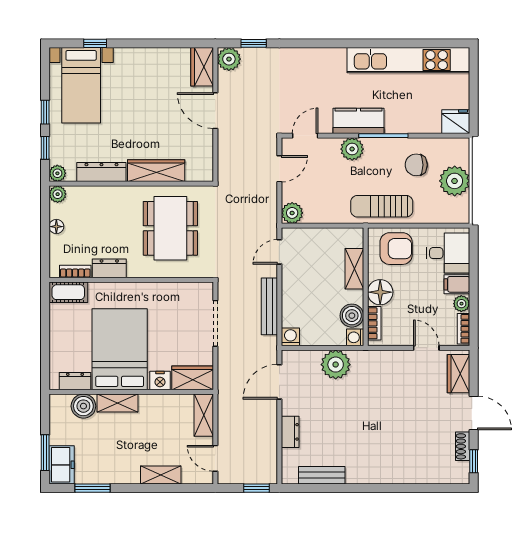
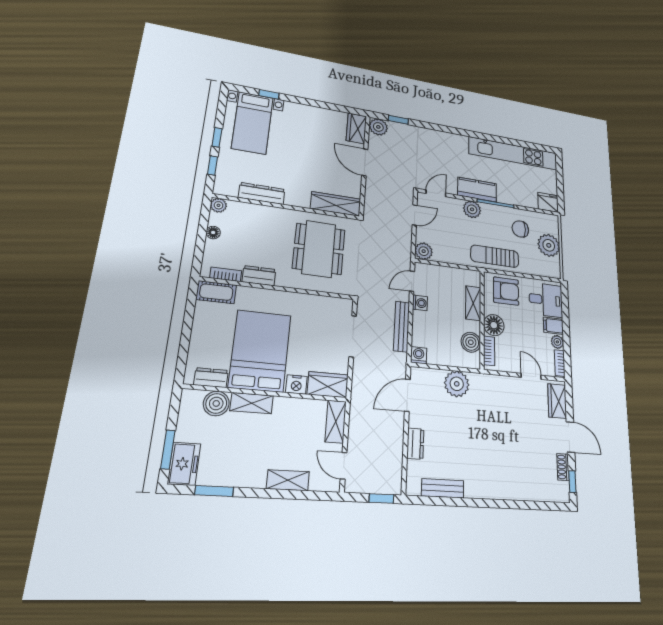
wardrobe: (156, 171) -> (336, 204), moved
plant: (57, 173) -> (221, 188), removed
washing machine: (355, 337) -> (420, 303), moved, turned 180

